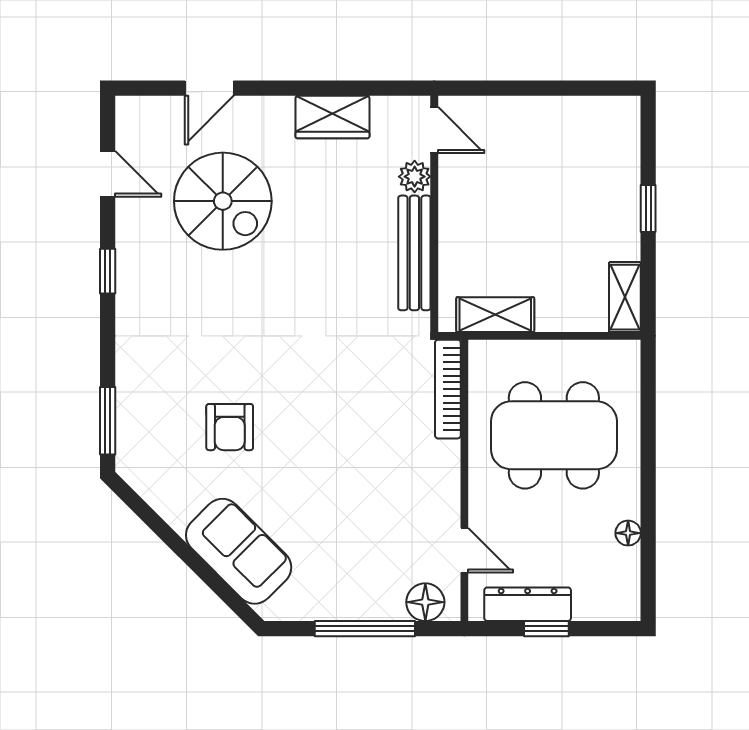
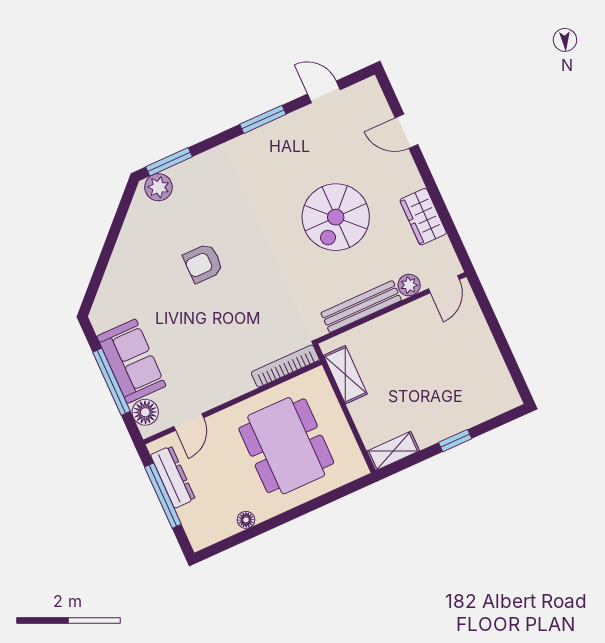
door: (108, 174) -> (324, 92), swing flipped
spiral stairs: (223, 201) -> (336, 217), moved
window: (108, 271) -> (263, 119), width x1.50
armchair: (230, 427) -> (203, 263), moved
plant: (135, 450) -> (158, 187), added
sofa: (239, 551) -> (131, 361), moved, turned -45
window: (546, 629) -> (163, 496), width x2.17

